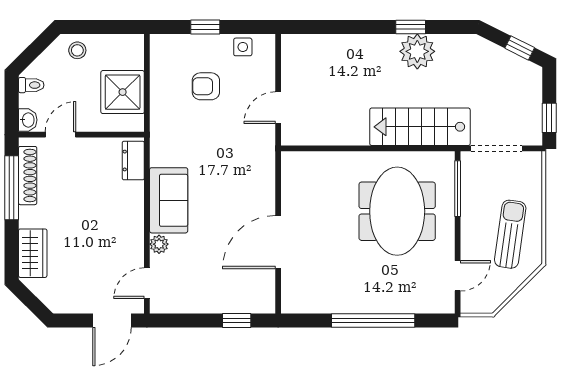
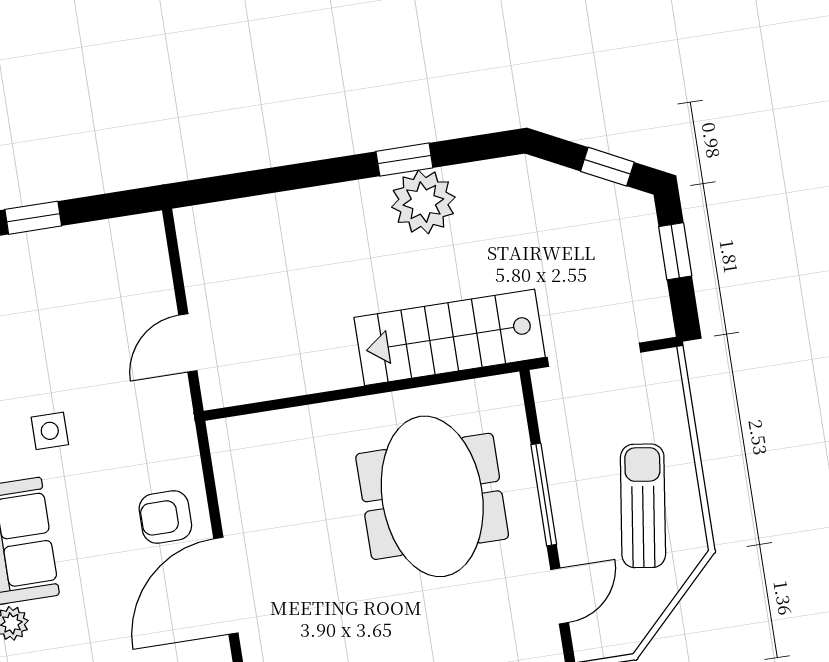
side table: (243, 47) -> (50, 431), moved
armchair: (206, 86) -> (165, 517), moved
window: (549, 118) -> (675, 251), moved
window: (458, 189) -> (544, 494), moved

